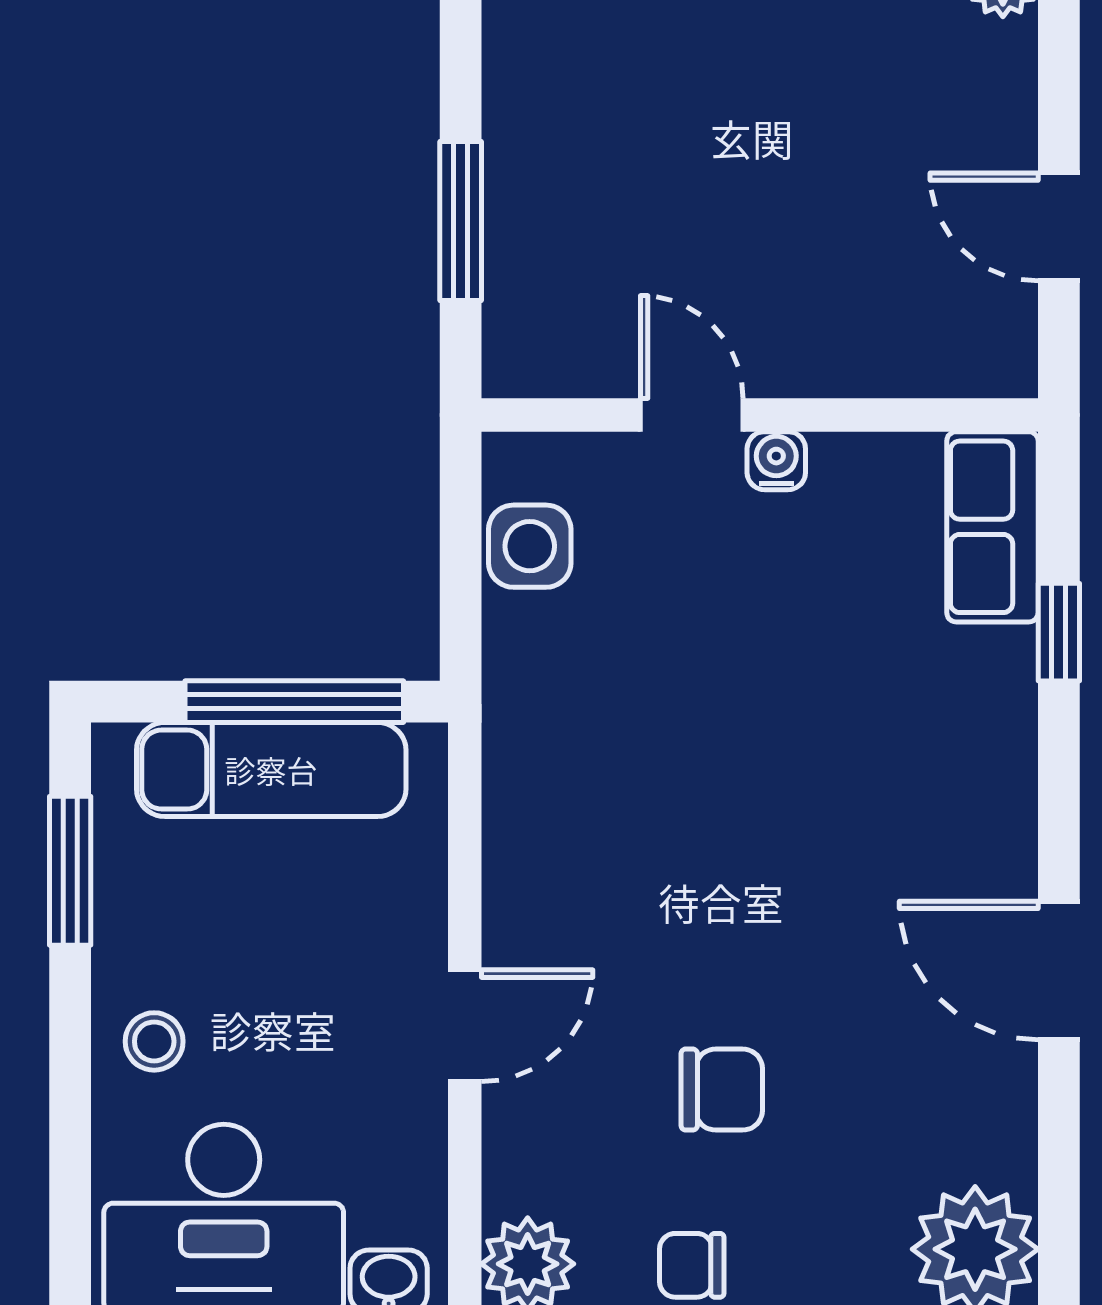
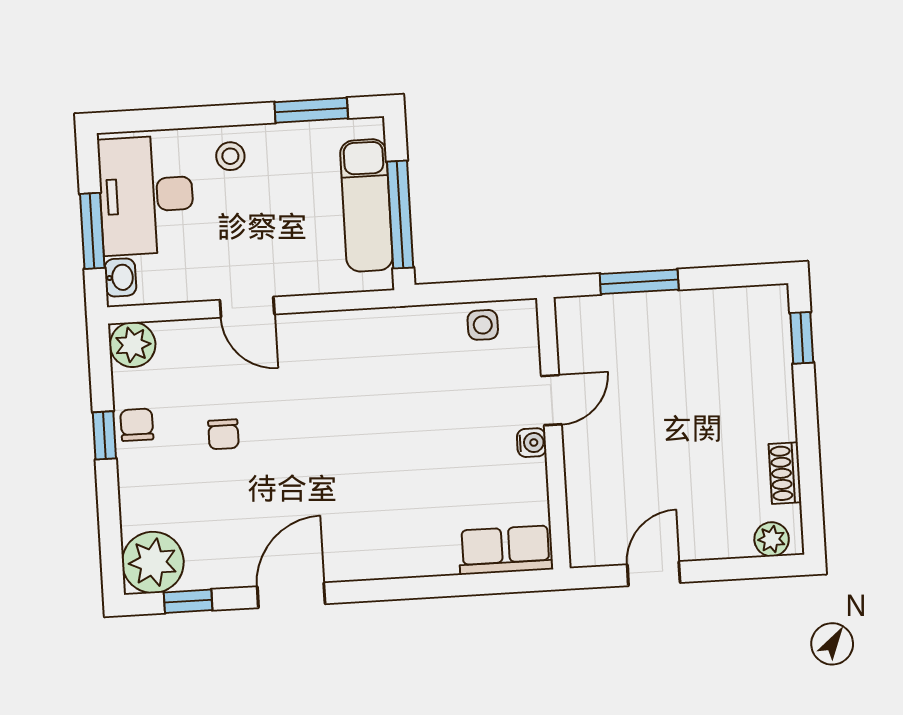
side table: (530, 546) -> (483, 325), width x0.73, depth x0.73
window: (1059, 632) -> (188, 601), moved
chair: (722, 1090) -> (223, 434), width x0.73, depth x0.73

